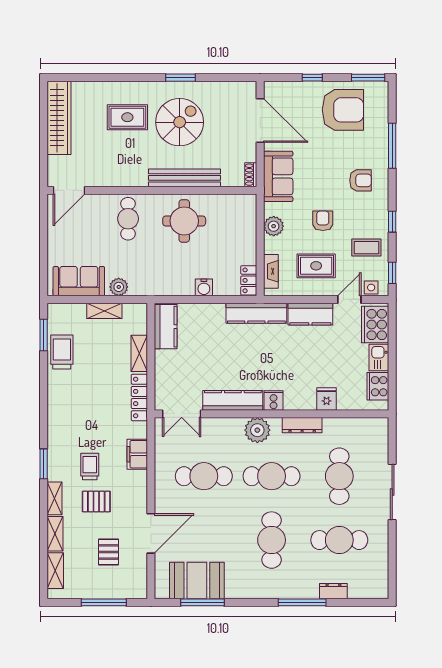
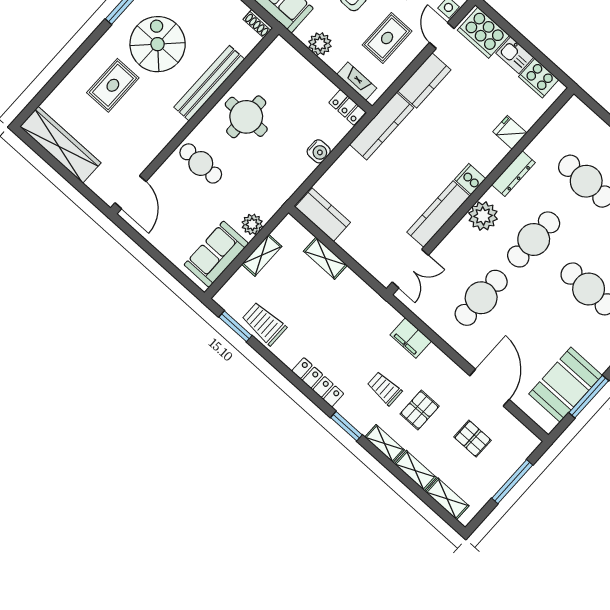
locker: (139, 397) -> (318, 382), moved, turned 180

